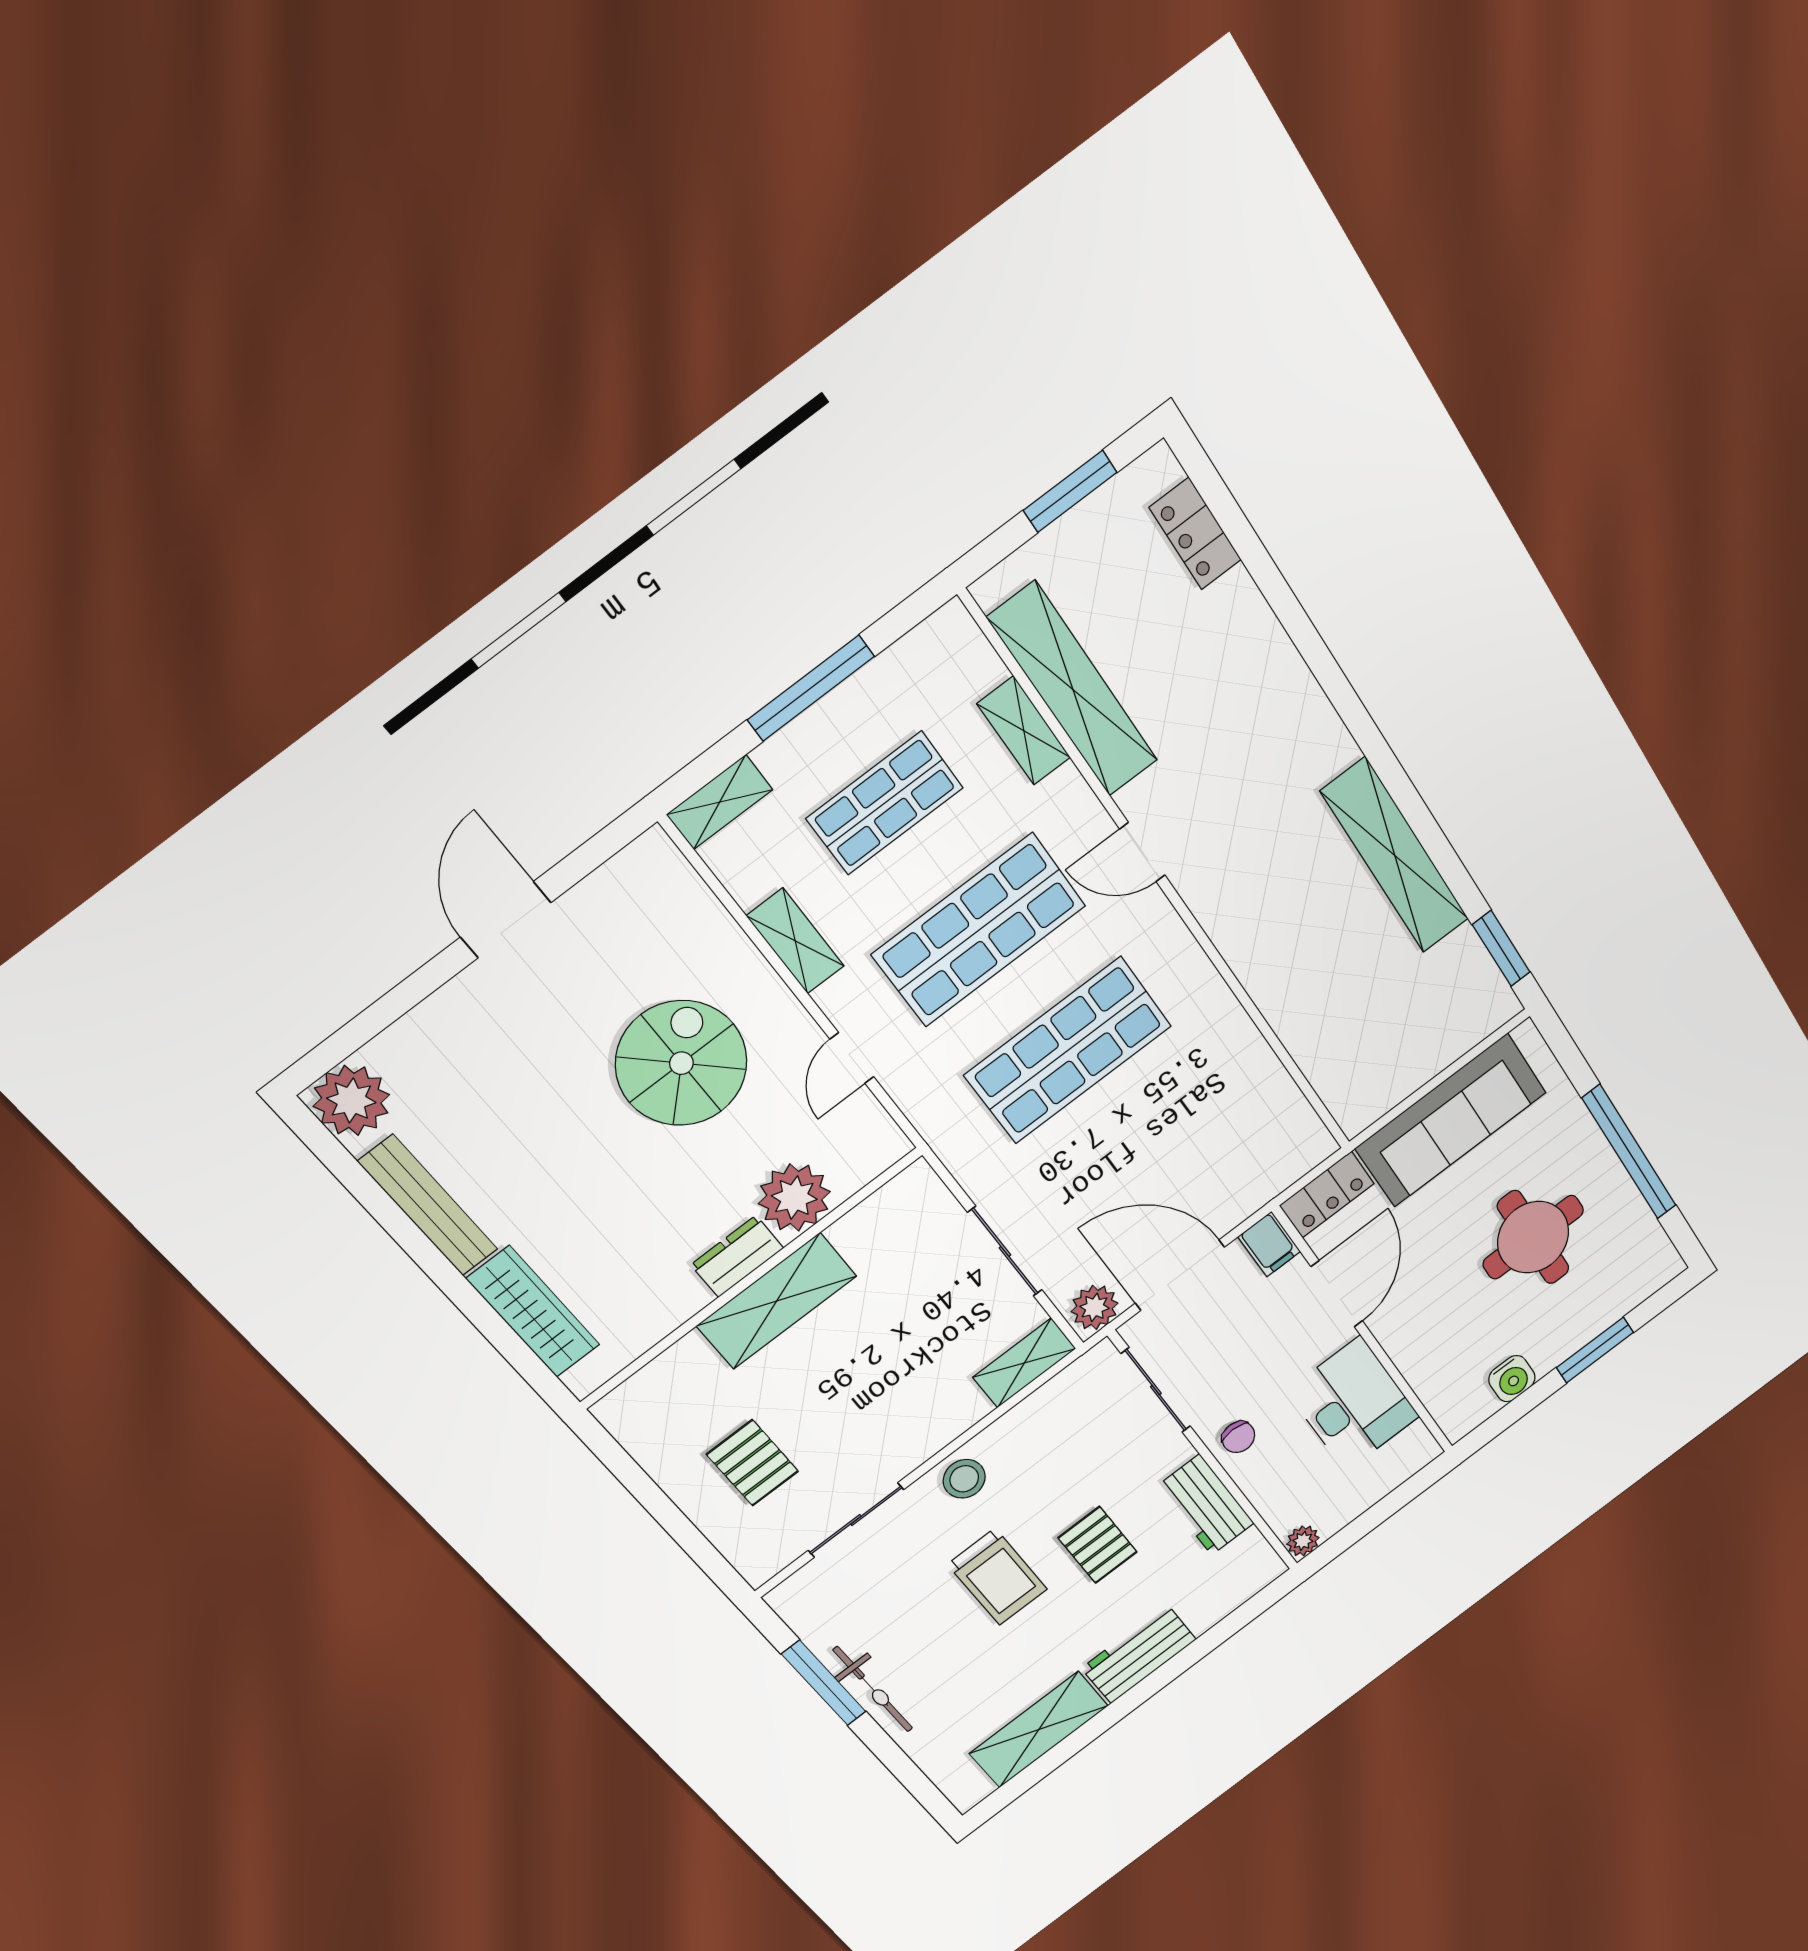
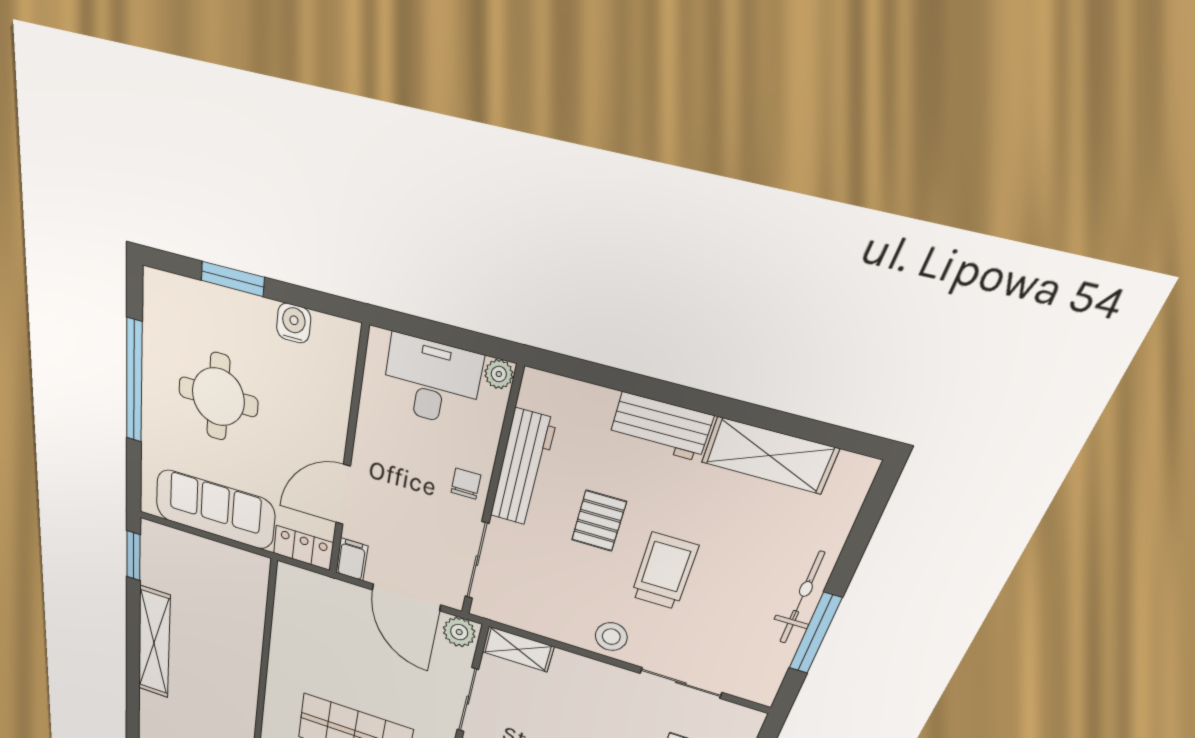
desk: (1353, 1404) -> (432, 381), moved, turned 90
workbench: (1206, 1505) -> (523, 468), width x1.38

